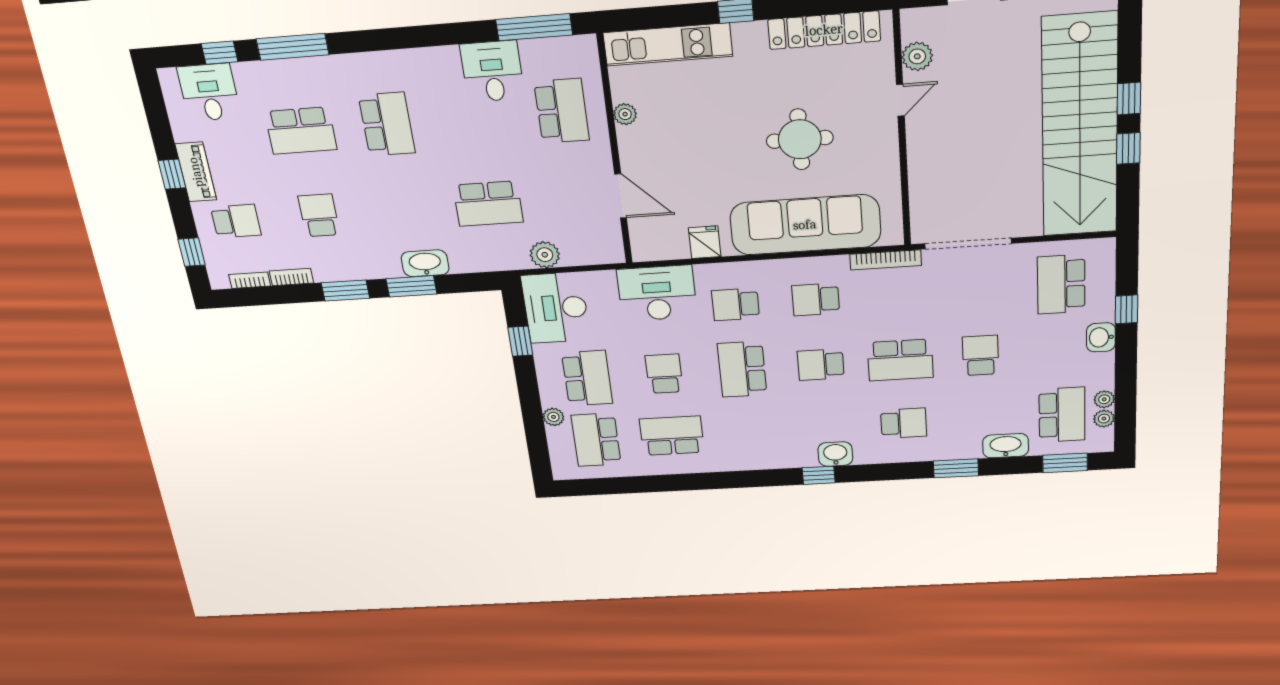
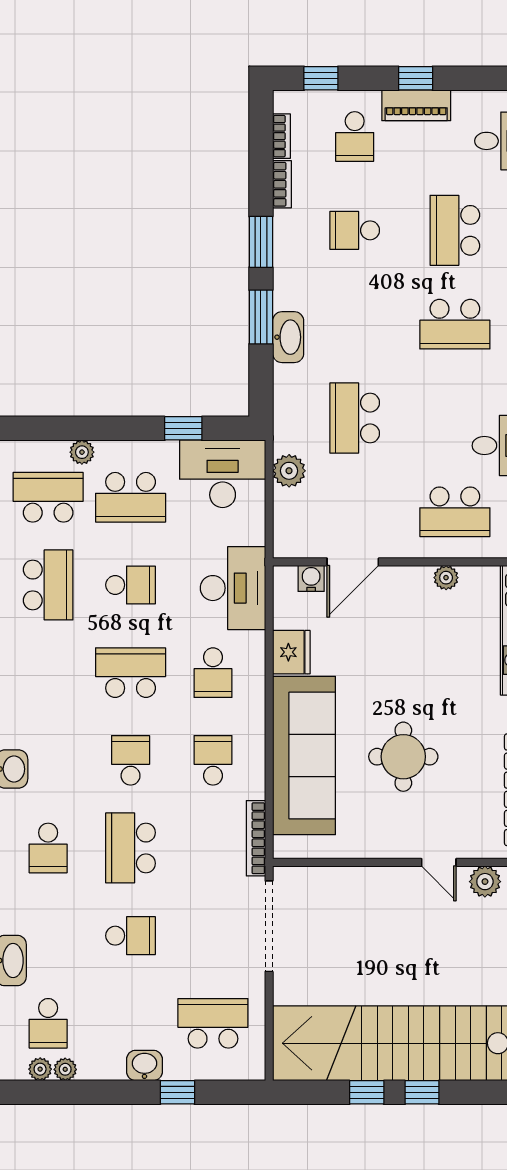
school desk: (319, 215) -> (355, 230), turned 180
water cooler: (640, 230) -> (311, 578), added
fridge: (705, 242) -> (291, 652), width x1.38
school desk: (736, 304) -> (213, 673), turned 180
school desk: (1062, 415) -> (48, 1023), width x0.54

